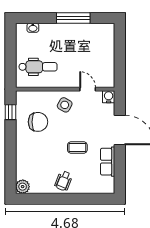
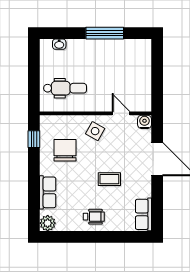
chair: (38, 122) -> (65, 150), turned -90
row of seats: (23, 159) -> (48, 192), added
row of seats: (108, 162) -> (143, 214), moved
wheelchair: (64, 181) -> (94, 217), turned -112

